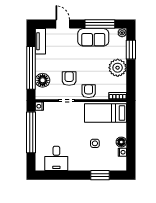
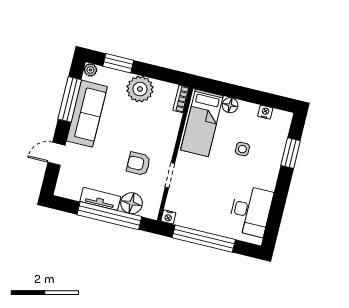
sofa: (93, 37) -> (87, 114), width x1.36
tv unit: (40, 41) -> (100, 199), moved
armchair: (89, 91) -> (164, 140), removed
floor lamp: (121, 142) -> (230, 105), moved
desk: (56, 158) -> (251, 211), width x1.37

